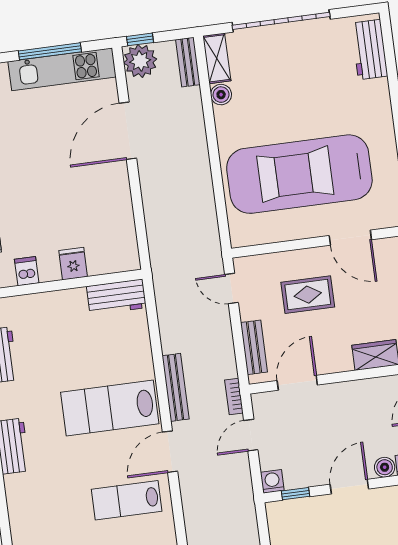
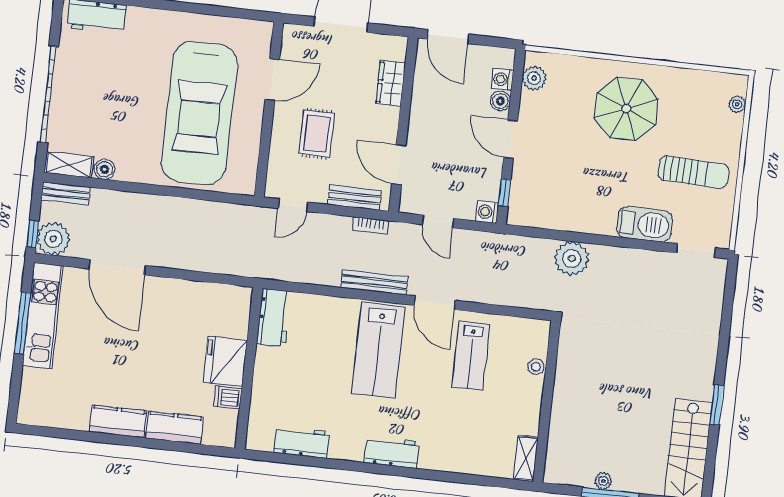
fridge: (73, 264) -> (225, 361), width x1.88, depth x1.34
bookcase: (234, 396) -> (370, 225), moved

